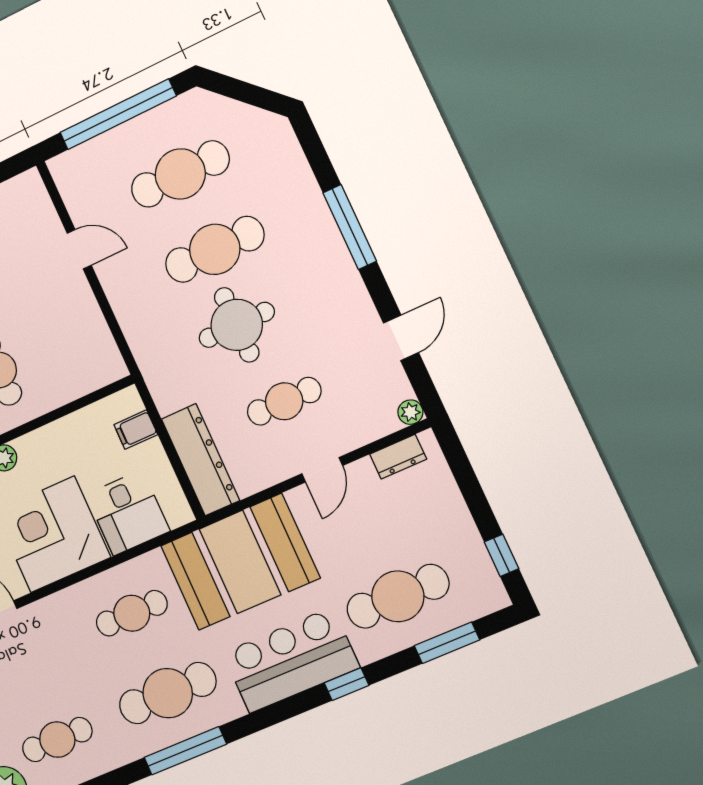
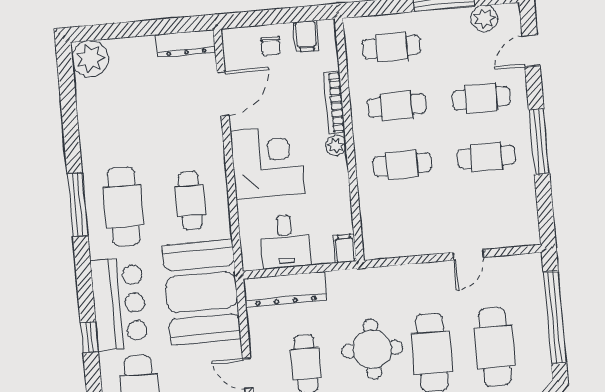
filing cabinet: (136, 430) -> (345, 248), moved
desk: (128, 513) -> (285, 241), moved, turned -90
cafe table: (57, 740) -> (115, 112), removed

